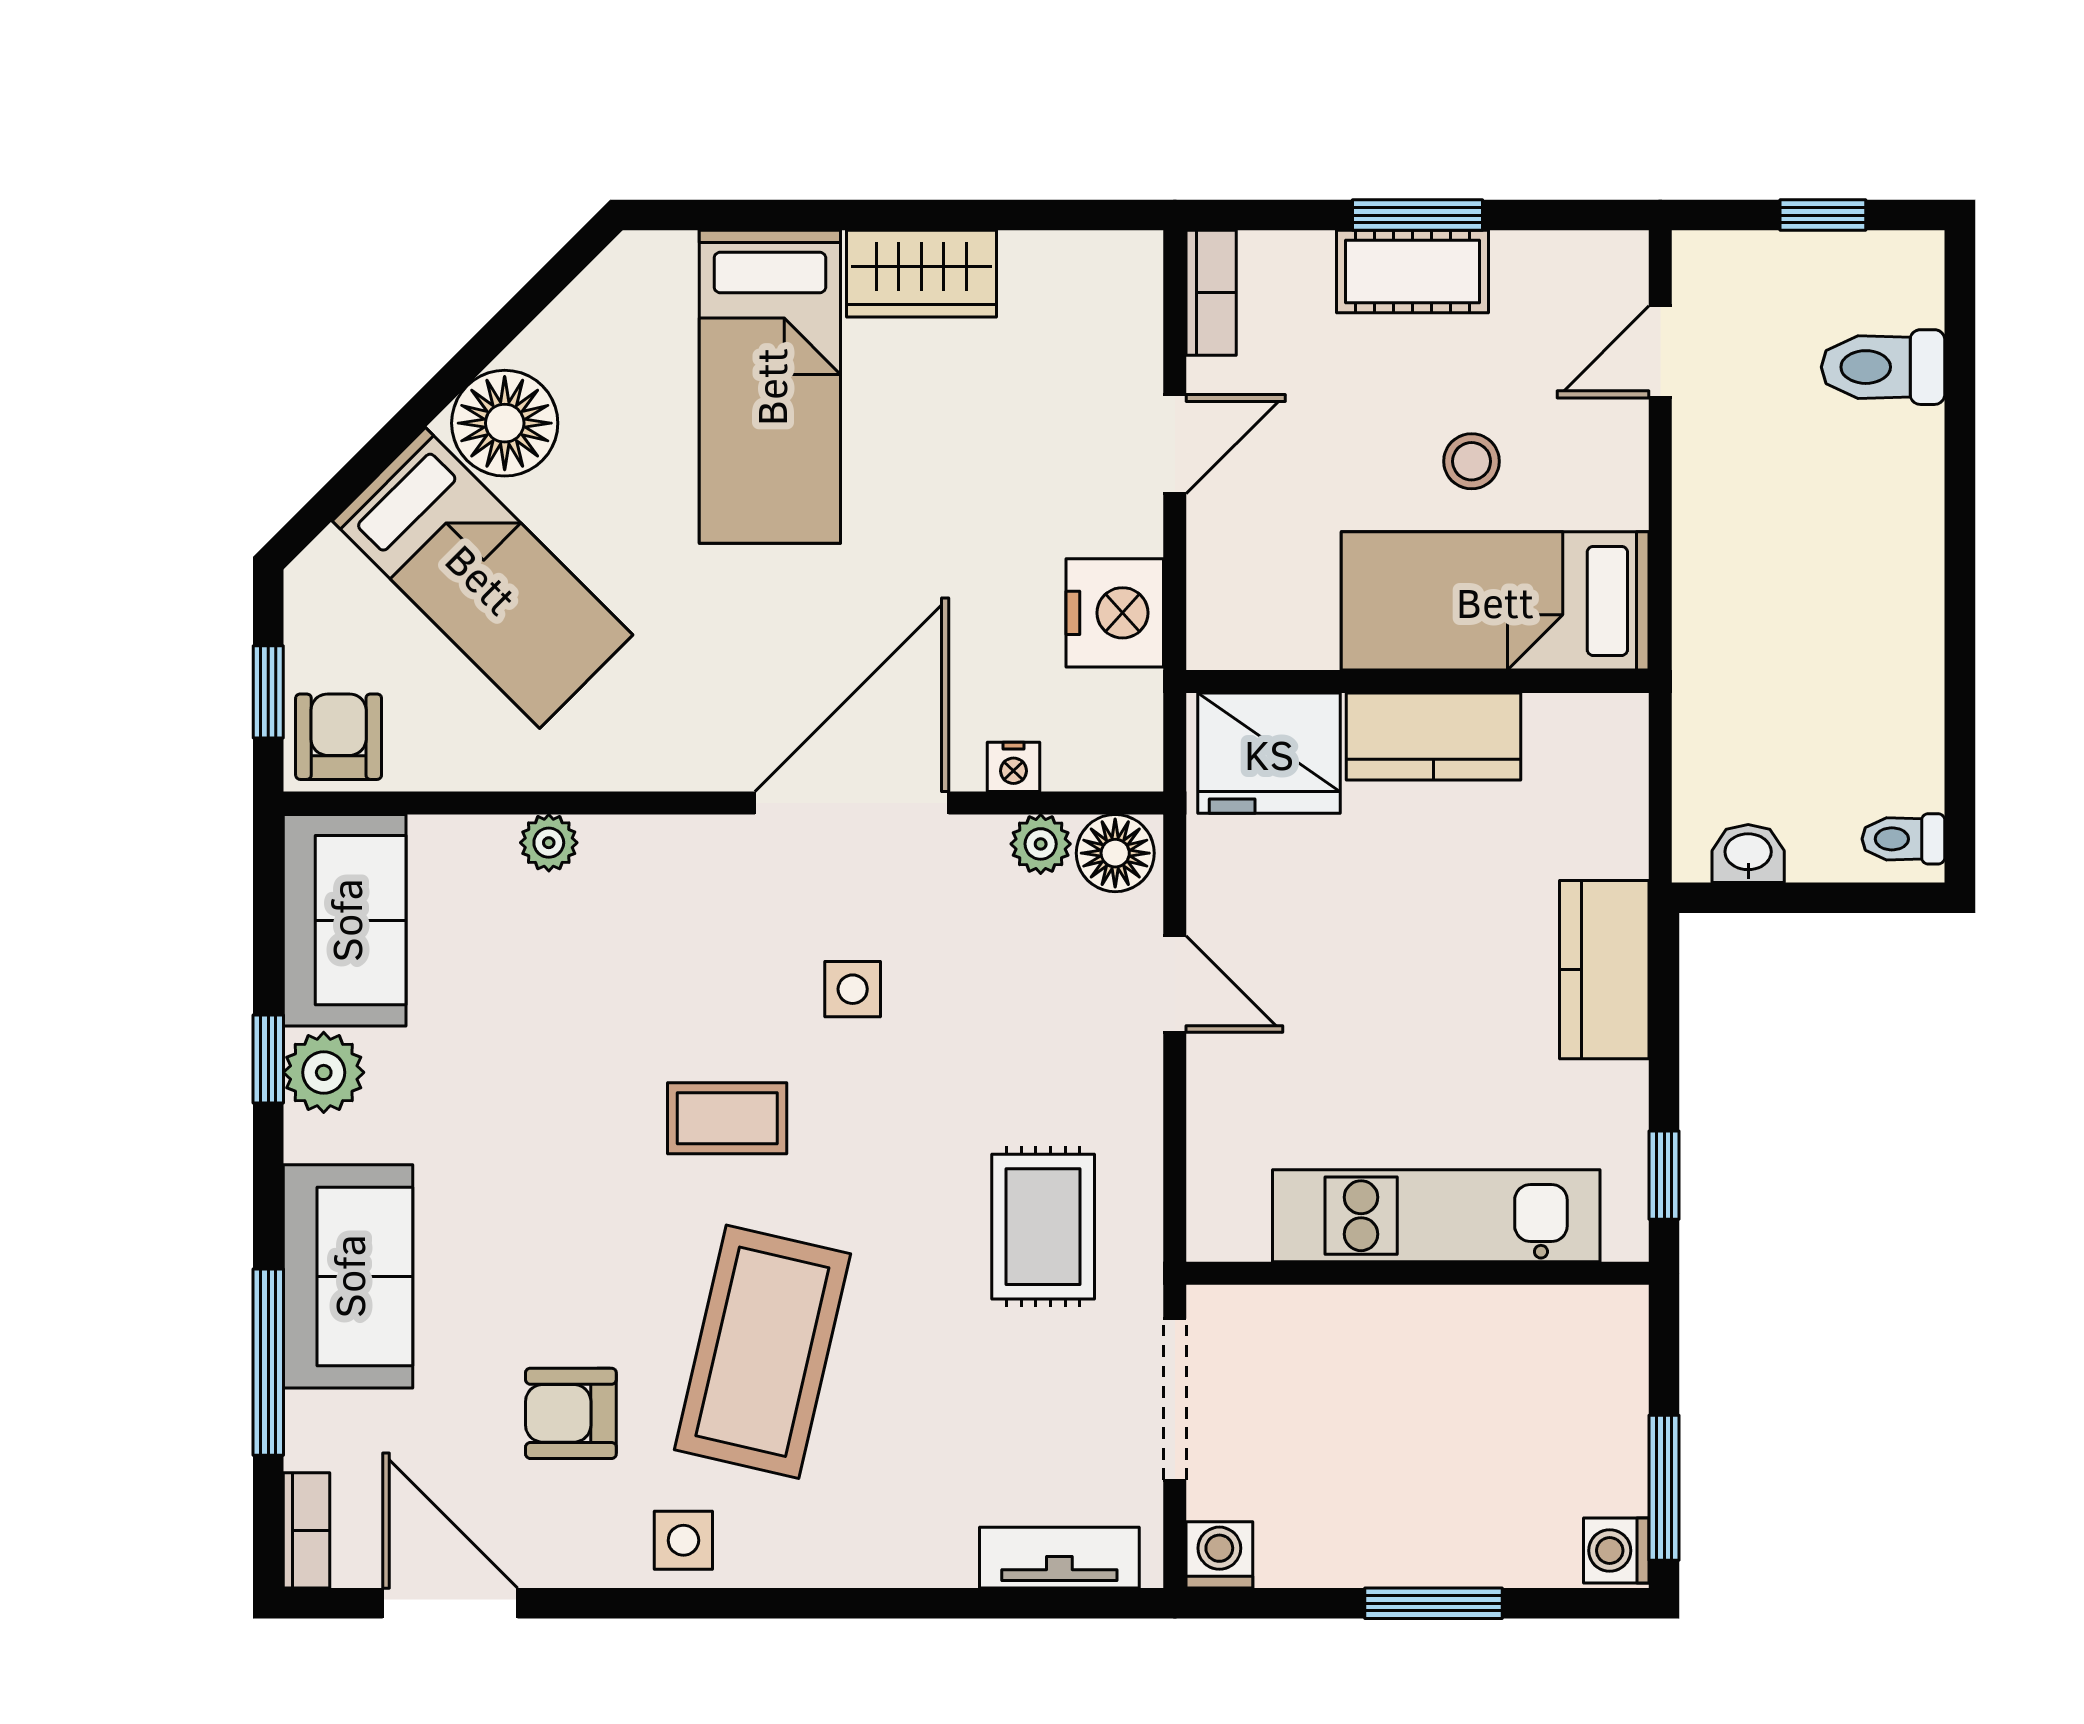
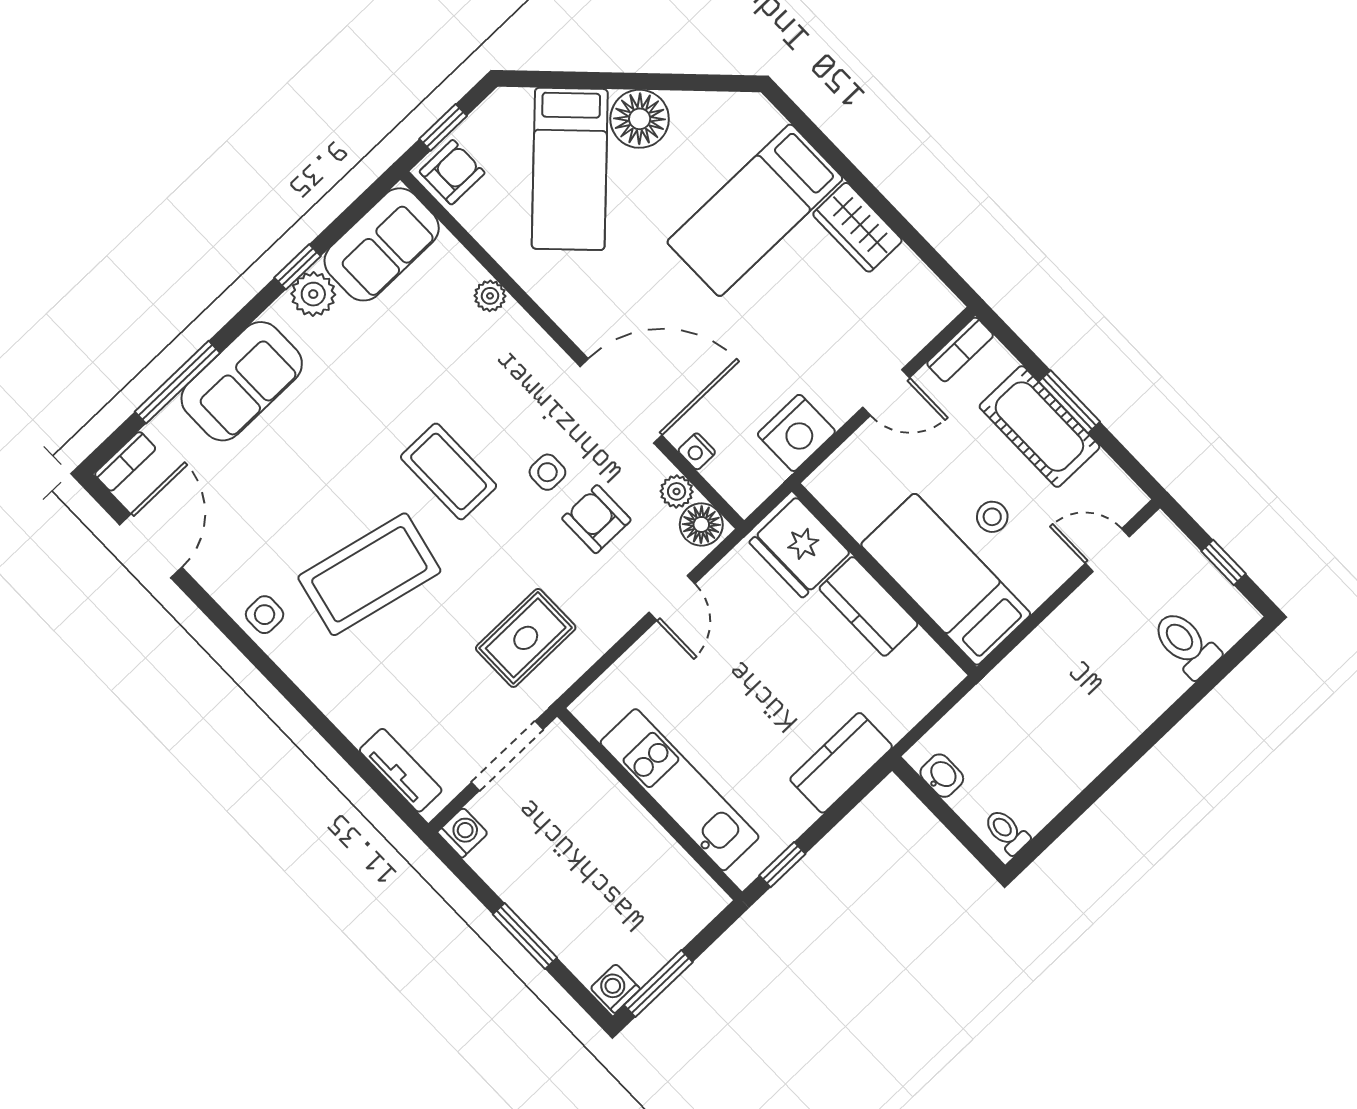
cot: (1412, 271) -> (1039, 427), width x1.37, depth x1.34
coffee table: (727, 1118) -> (449, 471), width x1.36, depth x1.30
armchair: (571, 1413) -> (596, 519), moved

